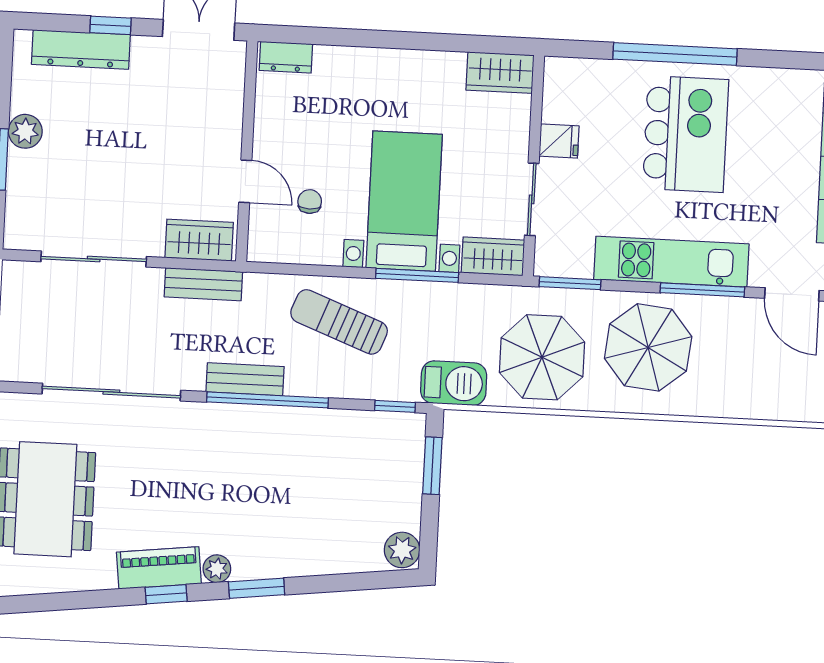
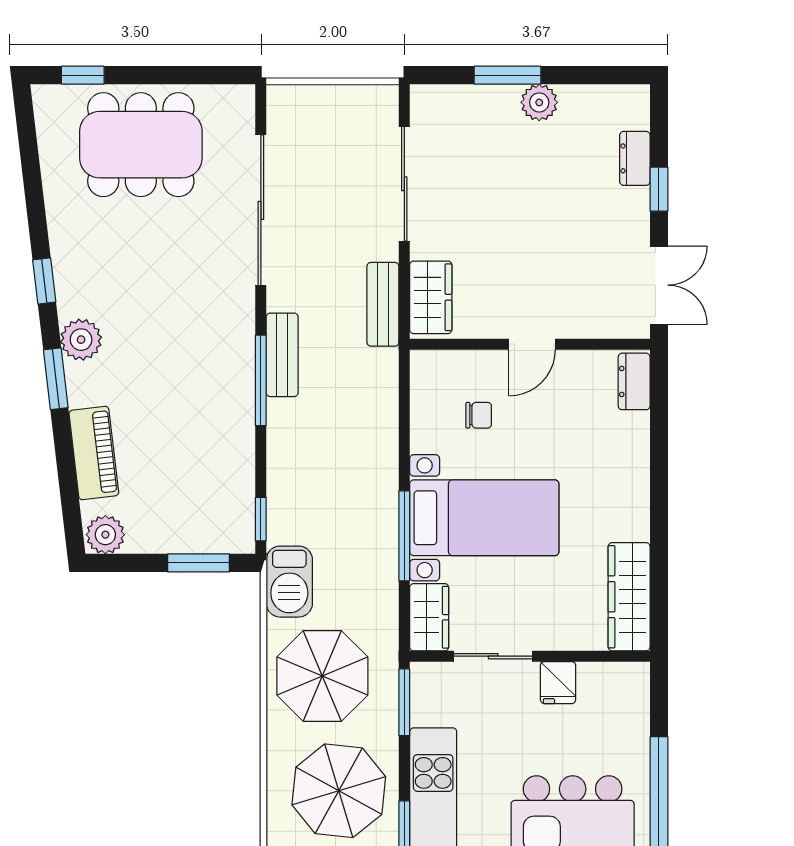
dresser: (81, 49) -> (635, 158), width x0.51, depth x0.80
wardrobe: (500, 73) -> (629, 597), width x1.50
door: (245, 181) -> (532, 344), moved
sun lounger: (339, 322) -> (350, 454), removed
window: (267, 400) -> (261, 380), width x0.68
piano: (159, 568) -> (94, 453), moved
plant: (217, 569) -> (81, 340), width x1.38, depth x1.38

